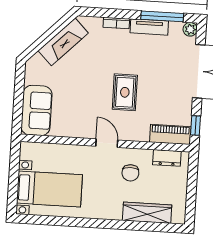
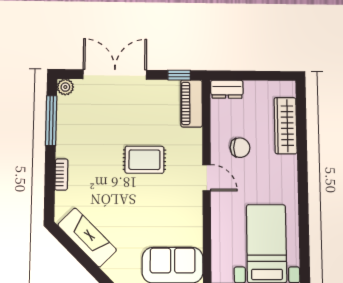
tv unit: (149, 27) -> (65, 135), removed
door: (107, 143) -> (207, 178), swing flipped
dresser: (167, 158) -> (227, 89), moved, turned 90

